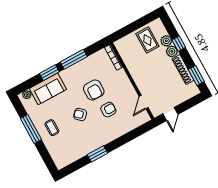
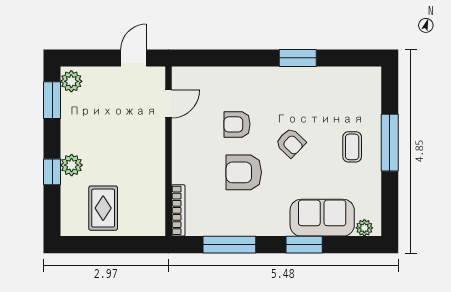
plant: (166, 41) -> (71, 81), moved
window: (74, 59) -> (229, 245), moved
shoe rack: (183, 70) -> (69, 123), removed
armchair: (94, 90) -> (244, 172), turned -90
window: (31, 129) -> (390, 143), moved

